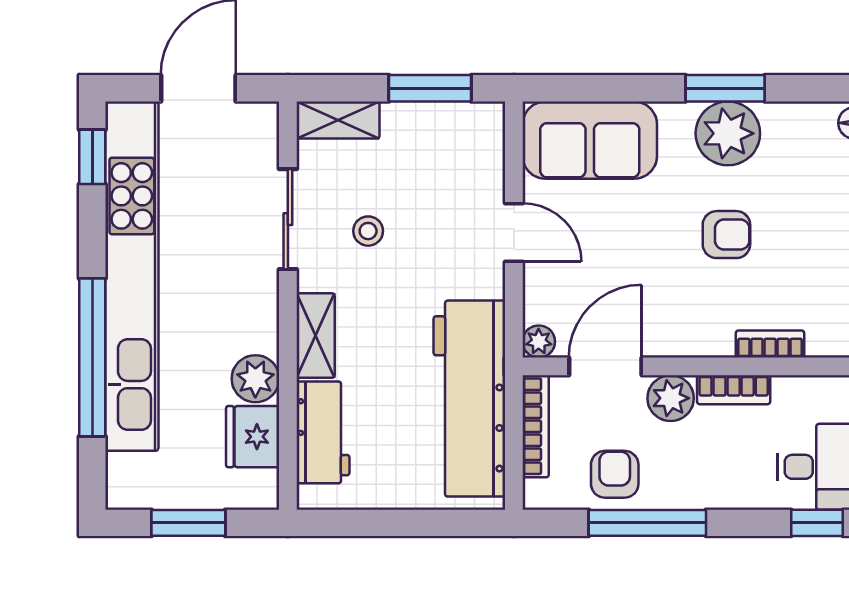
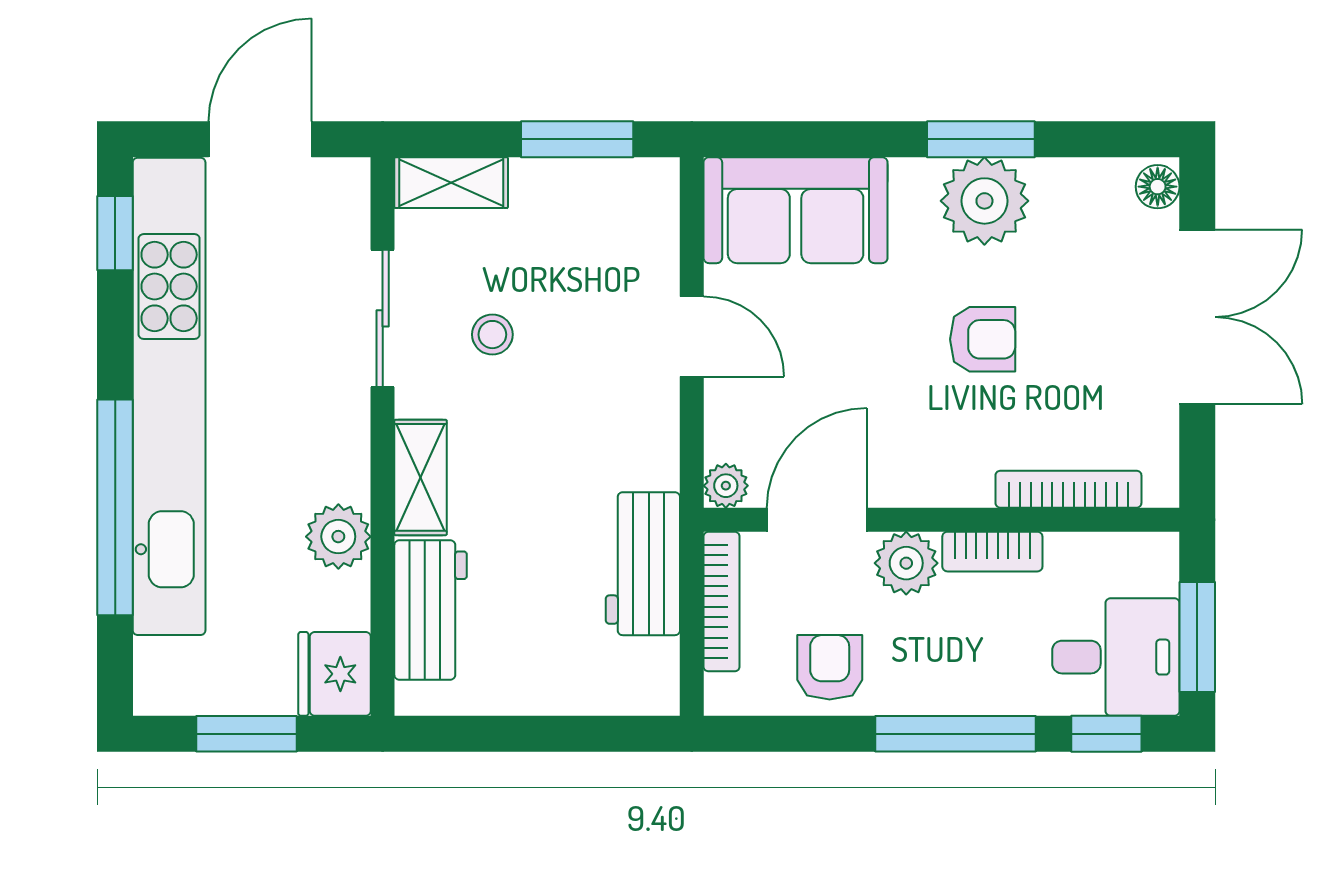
bookcase: (770, 344) -> (1068, 489), width x1.56
workbench: (469, 399) -> (643, 564), width x0.53, depth x0.76
fridge: (253, 437) -> (335, 674), moved
window: (647, 523) -> (956, 734), moved

